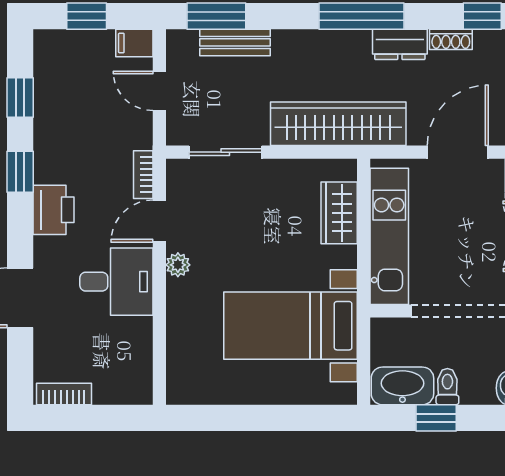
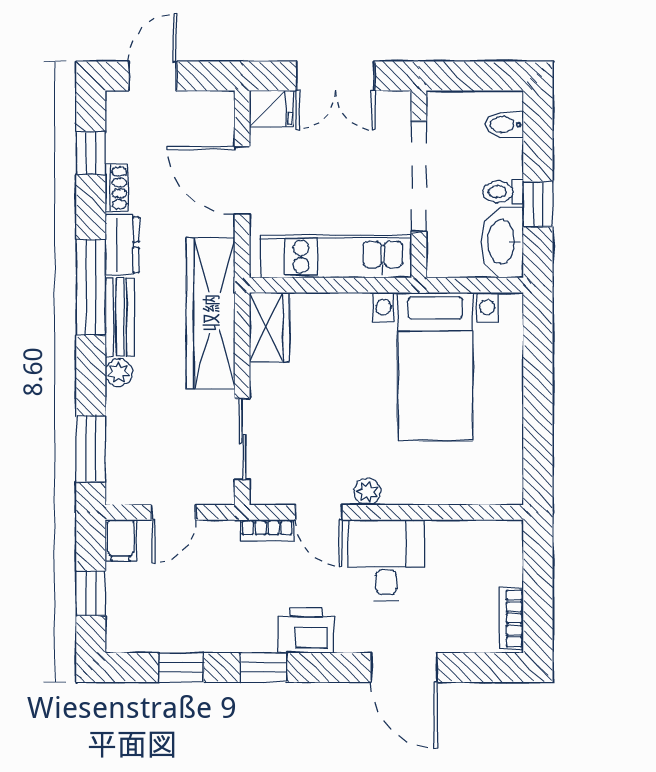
plant: (285, 41) -> (119, 373), added
bench: (235, 42) -> (120, 317), moved
wardrobe: (339, 213) -> (269, 327), moved, turned -90

